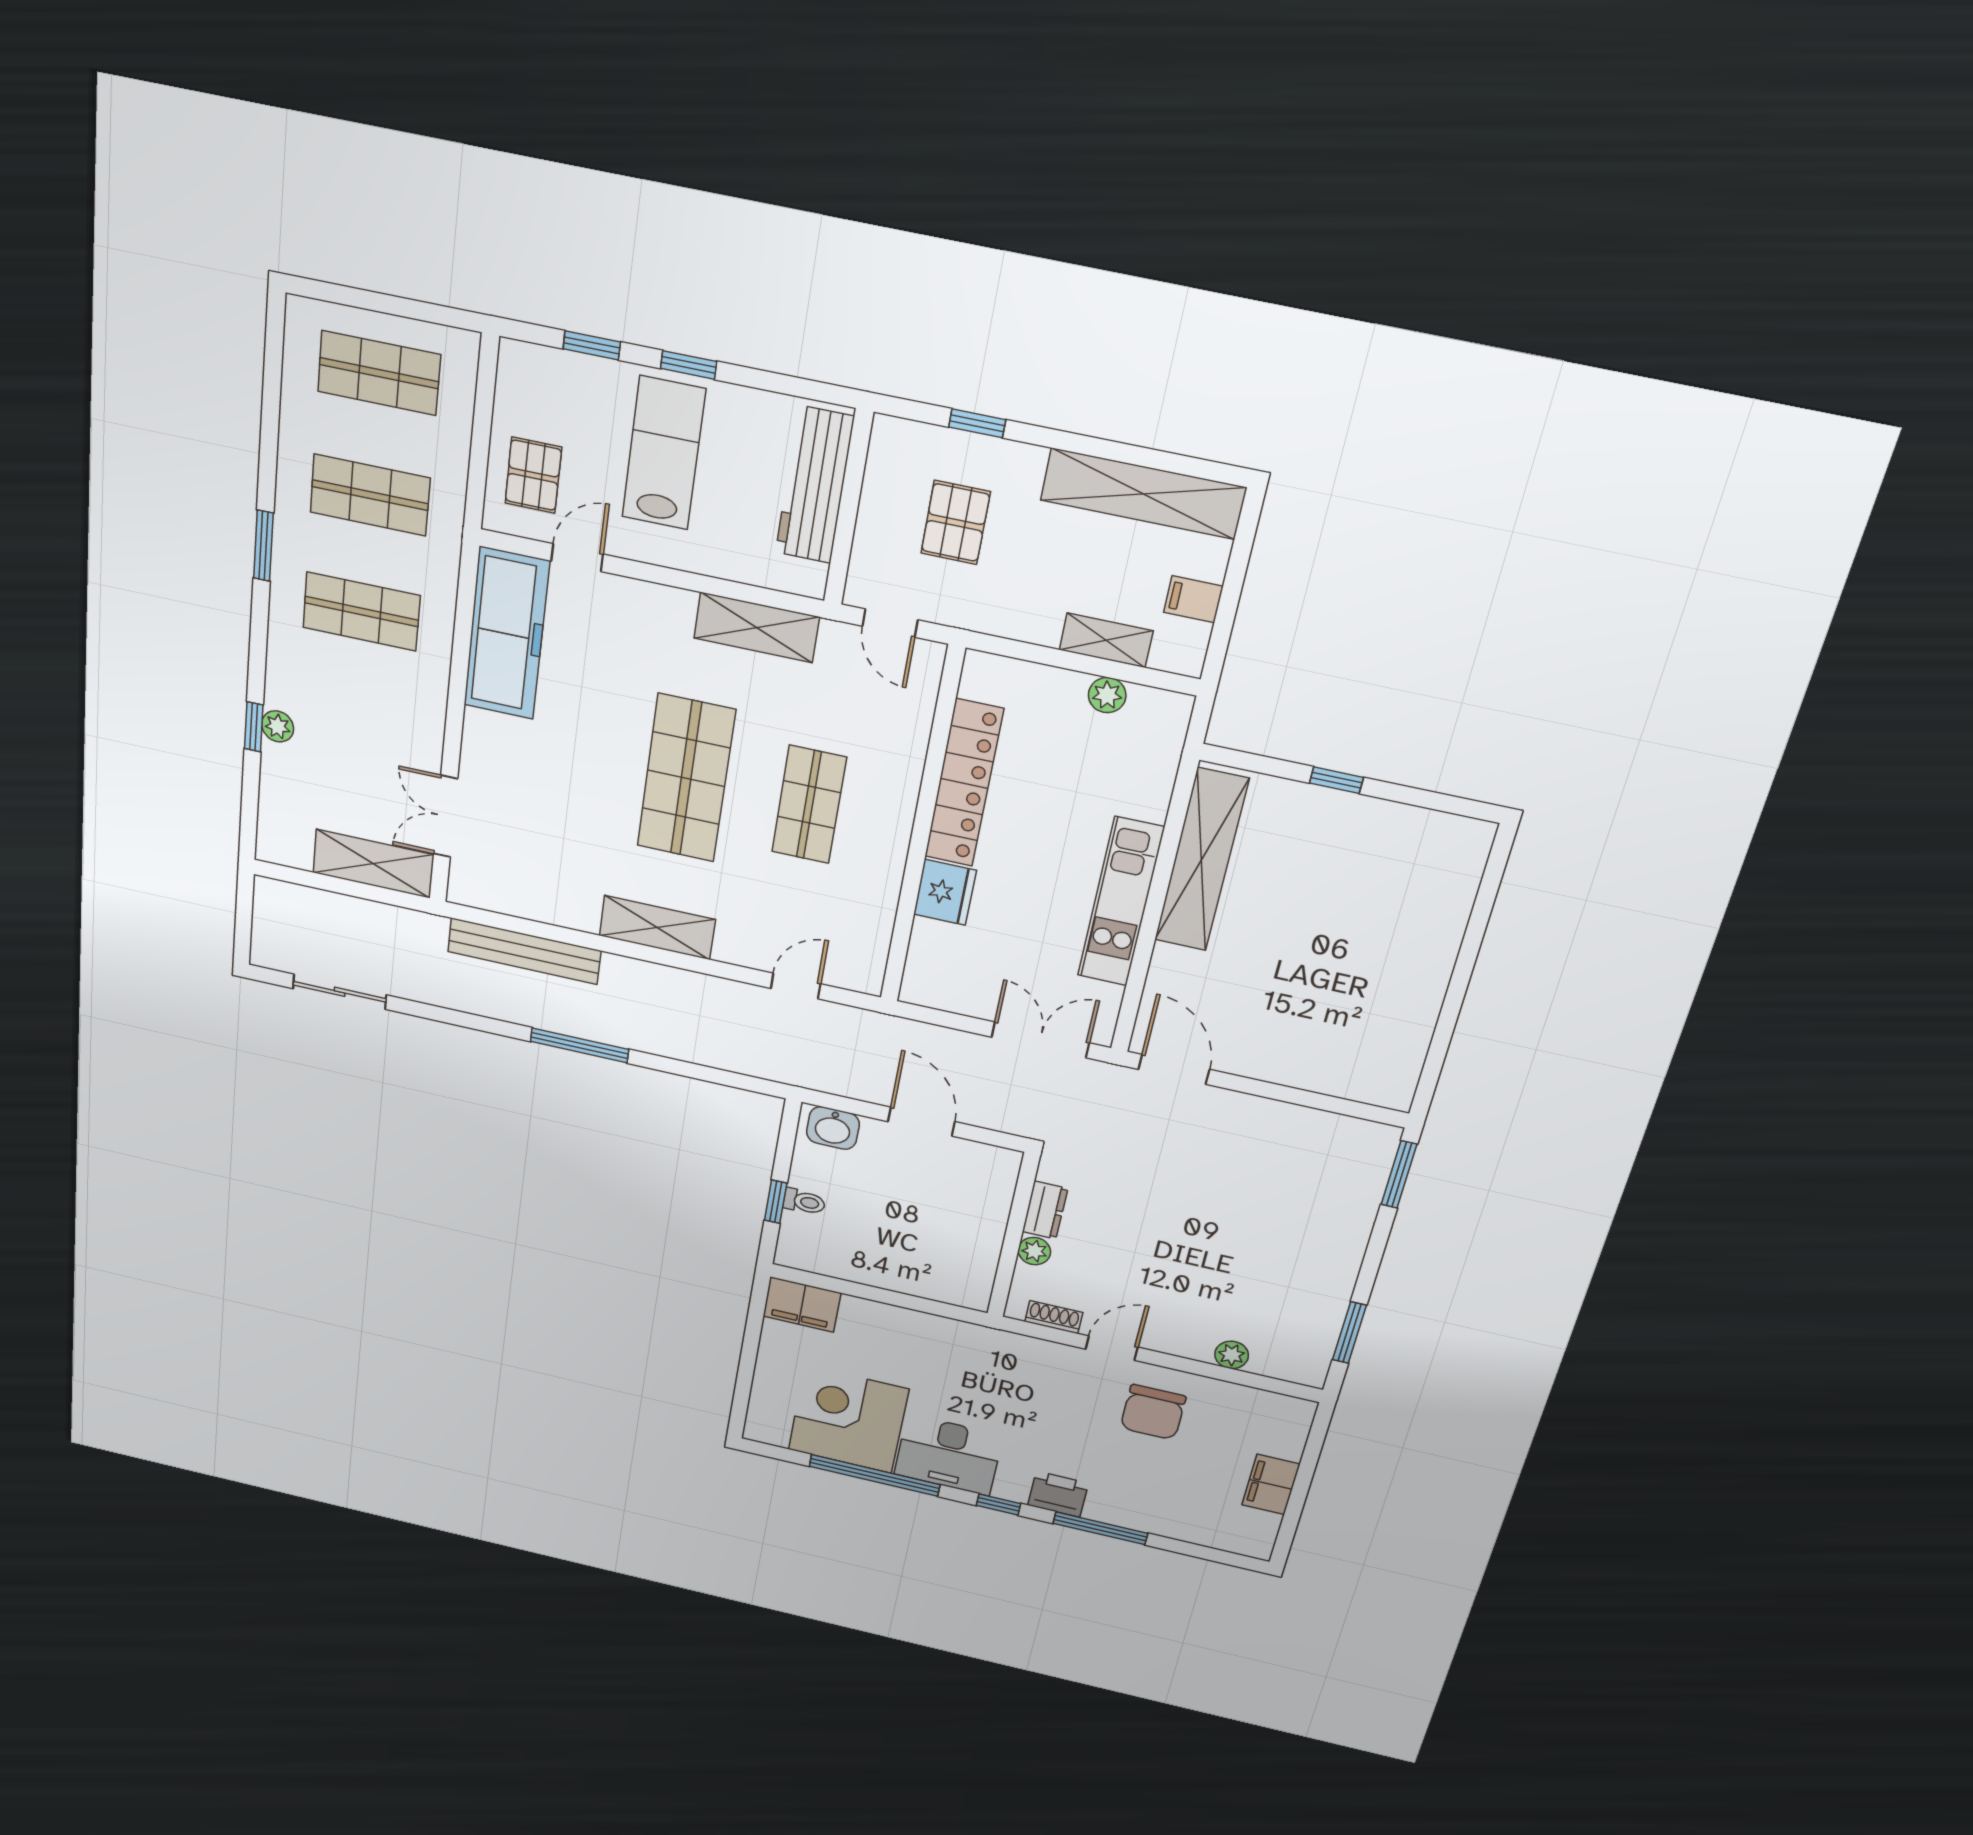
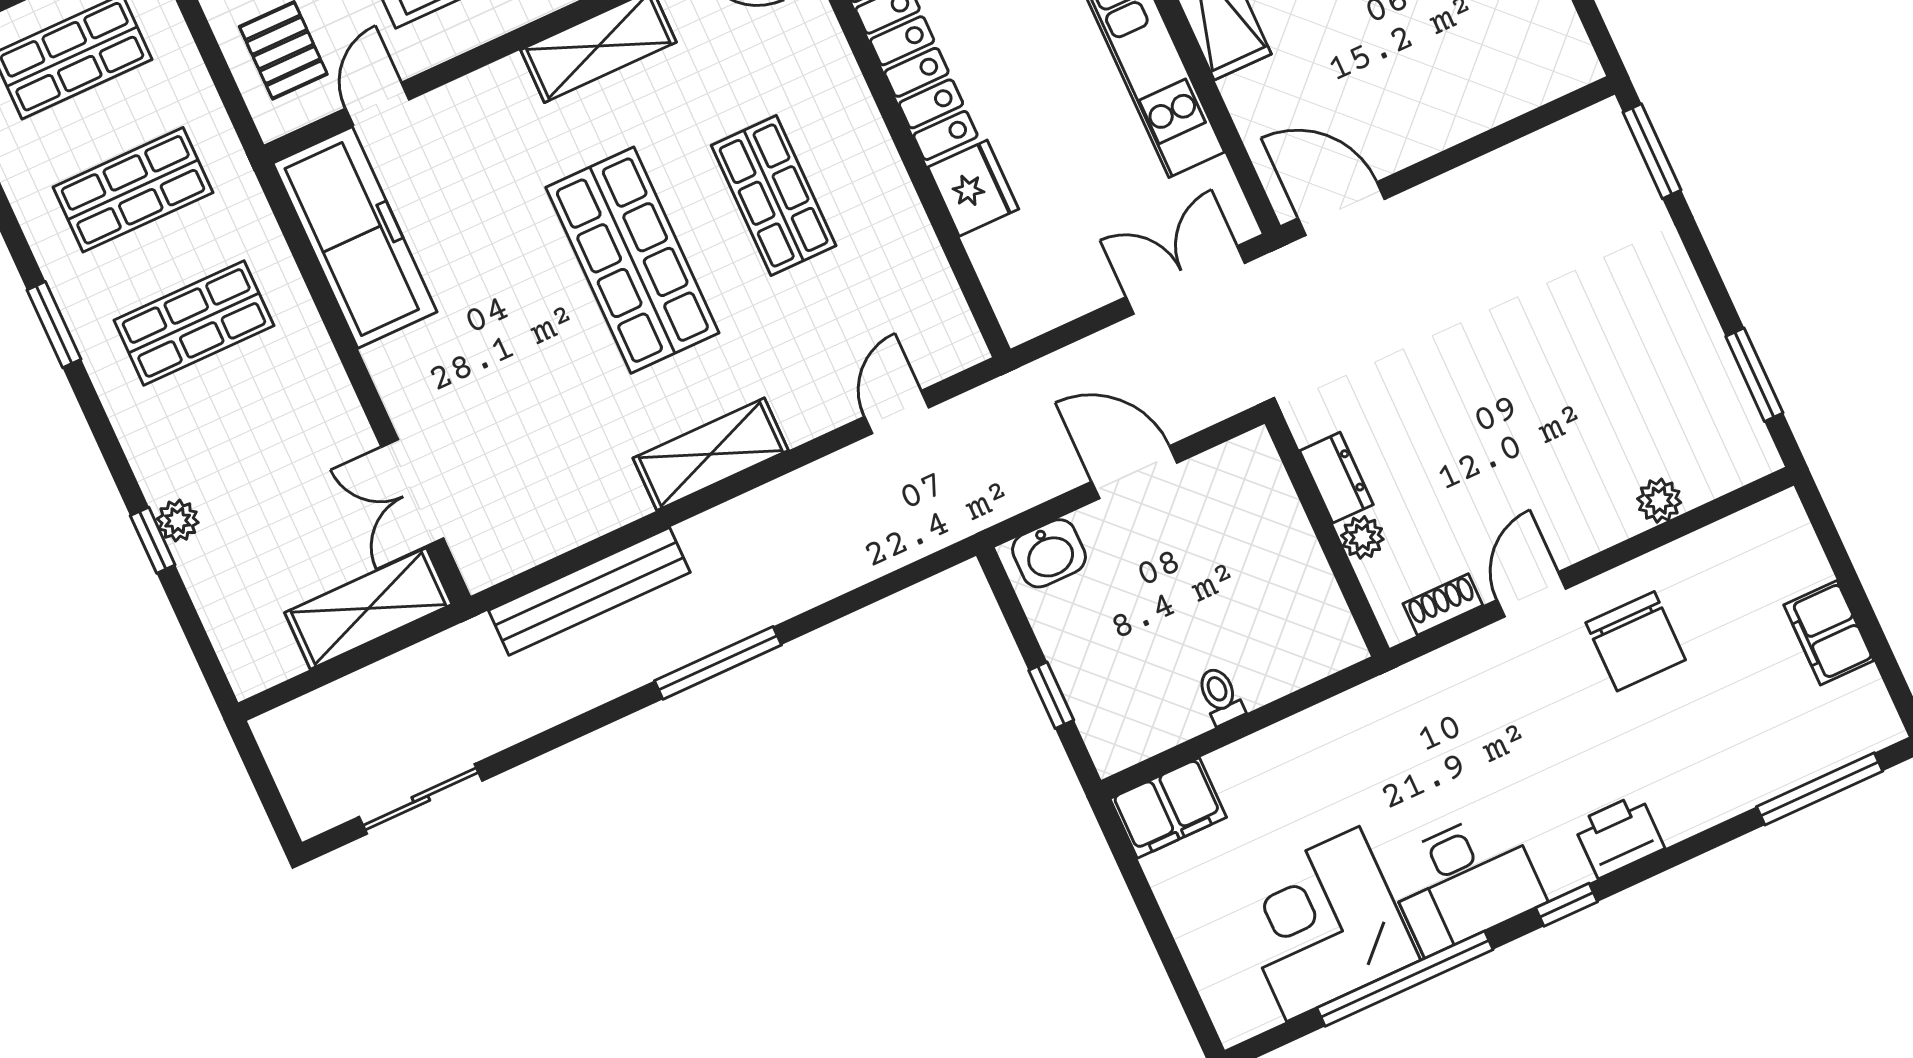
toilet: (804, 1202) -> (1220, 696), moved, turned -90
window: (1100, 1528) -> (1820, 789), moved

